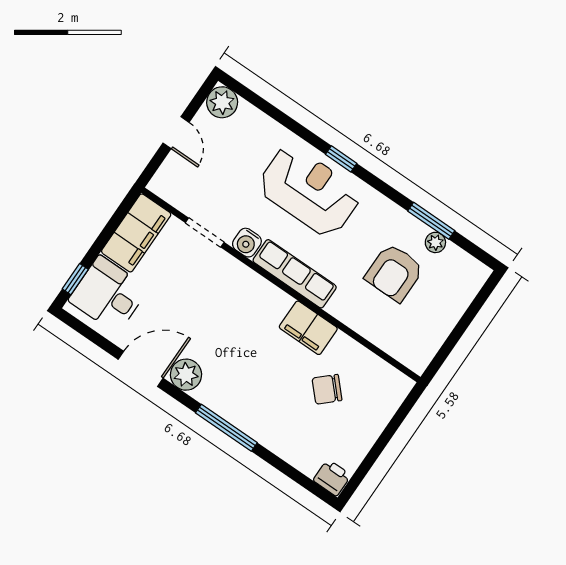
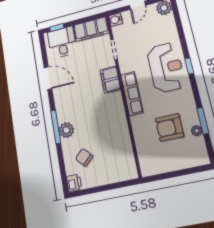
water cooler: (247, 243) -> (116, 20), moved
filing cabinet: (308, 328) -> (110, 80), moved
plant: (186, 375) -> (66, 130), moved
chair: (327, 389) -> (84, 157), moved

